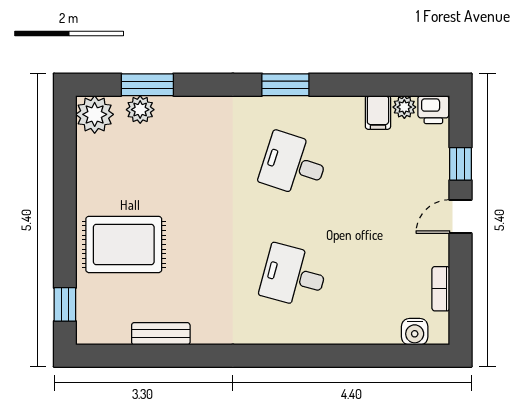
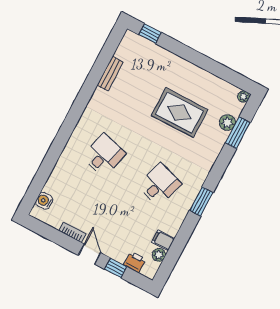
printer: (433, 110) -> (135, 262), moved, turned 90
plant: (95, 114) -> (244, 97), width x0.53, depth x0.53
rug: (124, 244) -> (179, 113), moved, turned 90
bookcase: (441, 289) -> (72, 232), moved

